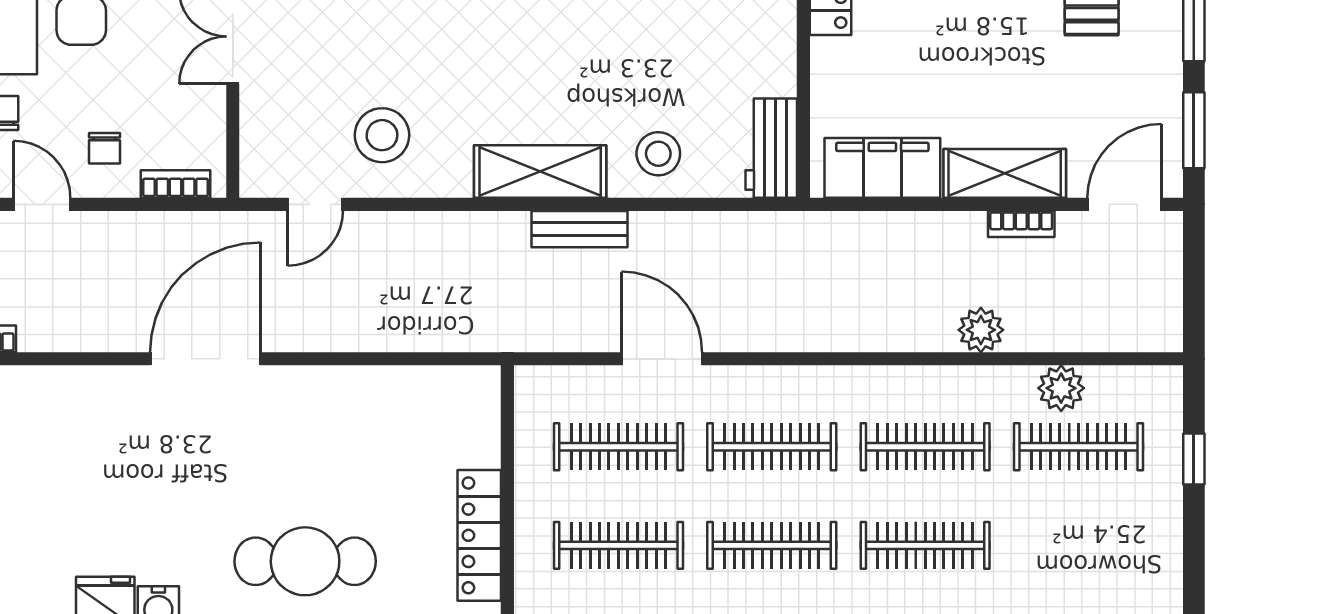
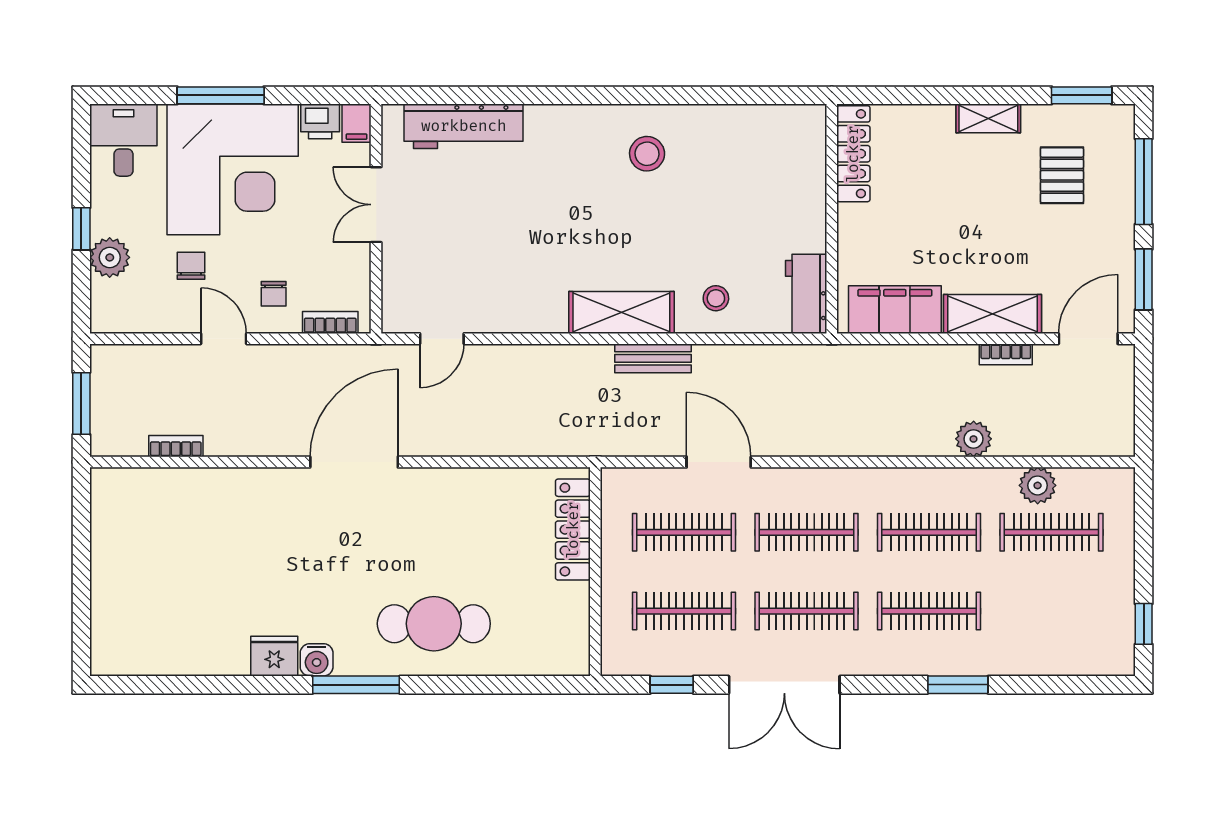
stool: (382, 135) -> (495, 283), removed
stool: (658, 154) -> (716, 298), width x0.73, depth x0.73
window: (1194, 459) -> (1144, 624), moved
locker: (479, 535) -> (573, 530), moved

